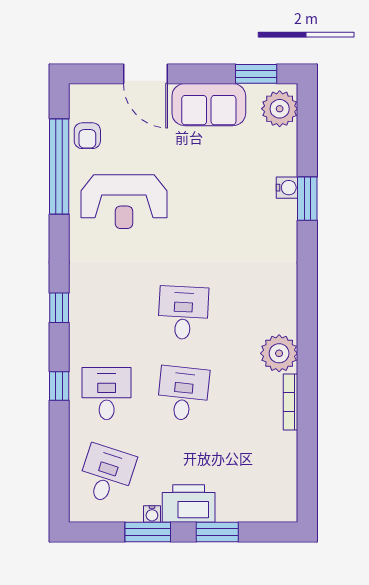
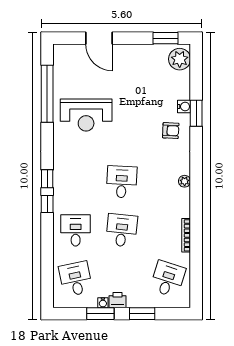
sofa: (209, 105) -> (137, 57), removed
armchair: (87, 136) -> (171, 131), moved, turned -87
plant: (279, 353) -> (185, 181), moved, width x0.53, depth x0.53
window: (59, 386) -> (47, 204), moved
desk: (107, 474) -> (76, 279), turned -30
desk: (260, 474) -> (168, 279), added
printer: (189, 504) -> (118, 300), width x0.53, depth x0.68

